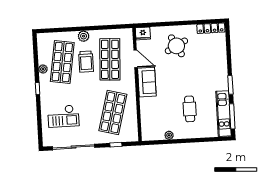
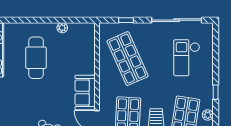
cafe table: (190, 109) -> (36, 58), width x1.37, depth x1.35
shop shelf: (113, 113) -> (128, 59), turned -39
checkout: (63, 116) -> (187, 58), turned -90

